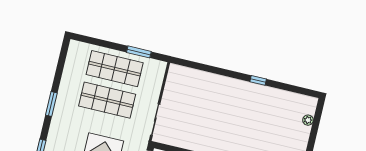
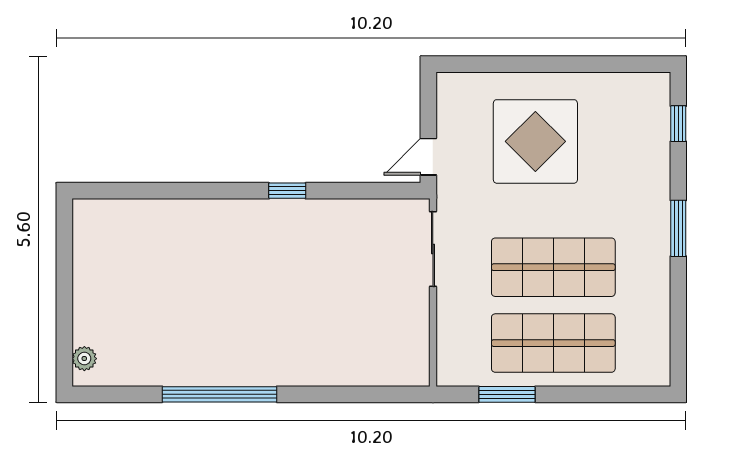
window: (258, 80) -> (220, 394), width x3.17
plant: (308, 120) -> (84, 359), moved

